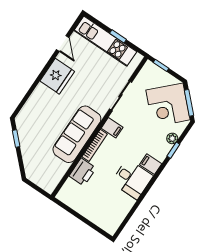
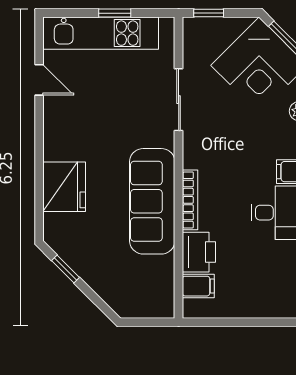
fridge: (57, 76) -> (64, 187), moved
filing cabinet: (112, 128) -> (198, 286), moved

